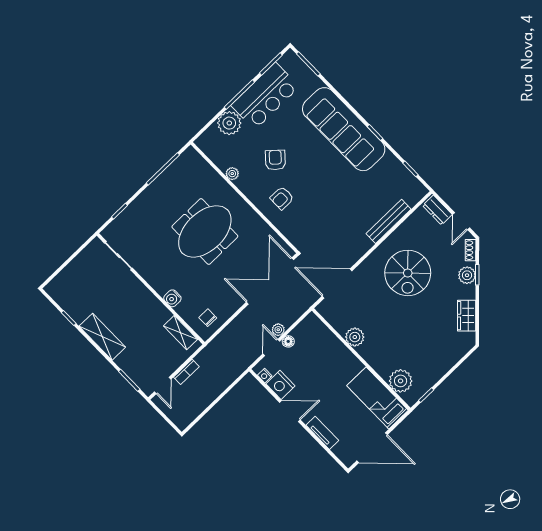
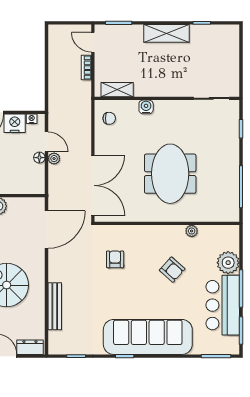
armchair: (282, 198) -> (115, 259), moved

